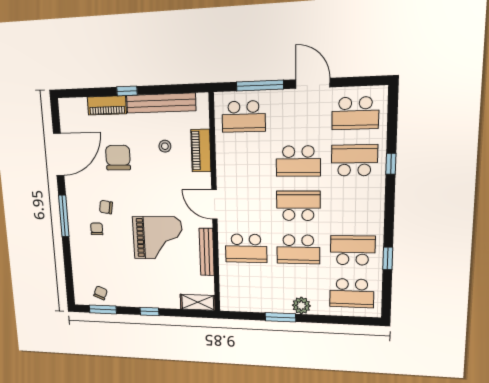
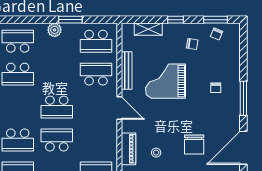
chair: (106, 207) -> (192, 44), moved
school desk: (298, 249) -> (96, 41), moved, turned 180
shelving: (198, 302) -> (148, 29), moved

